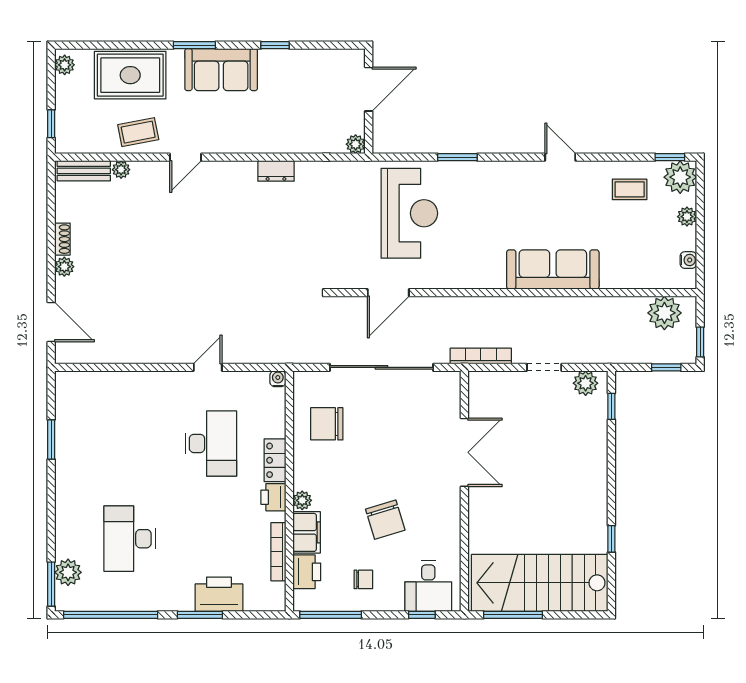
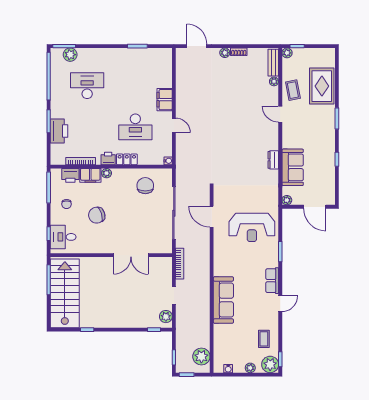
plant: (65, 65) -> (287, 53), moved
sofa: (221, 70) -> (293, 167), moved, turned 180
row of seats: (515, 173) -> (272, 281), added
door: (51, 322) -> (197, 46), swing flipped
filing cabinet: (157, 386) -> (165, 100), added

